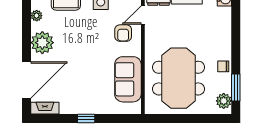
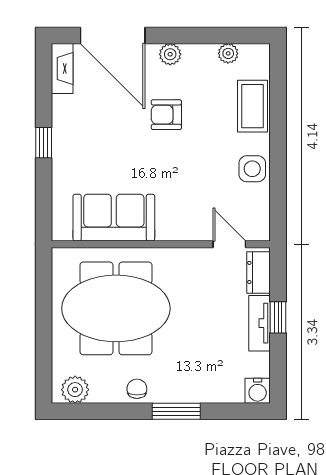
armchair: (123, 33) -> (166, 115), moved
plant: (42, 43) -> (170, 54), width x0.53, depth x0.53
window: (236, 88) -> (176, 411), moved

